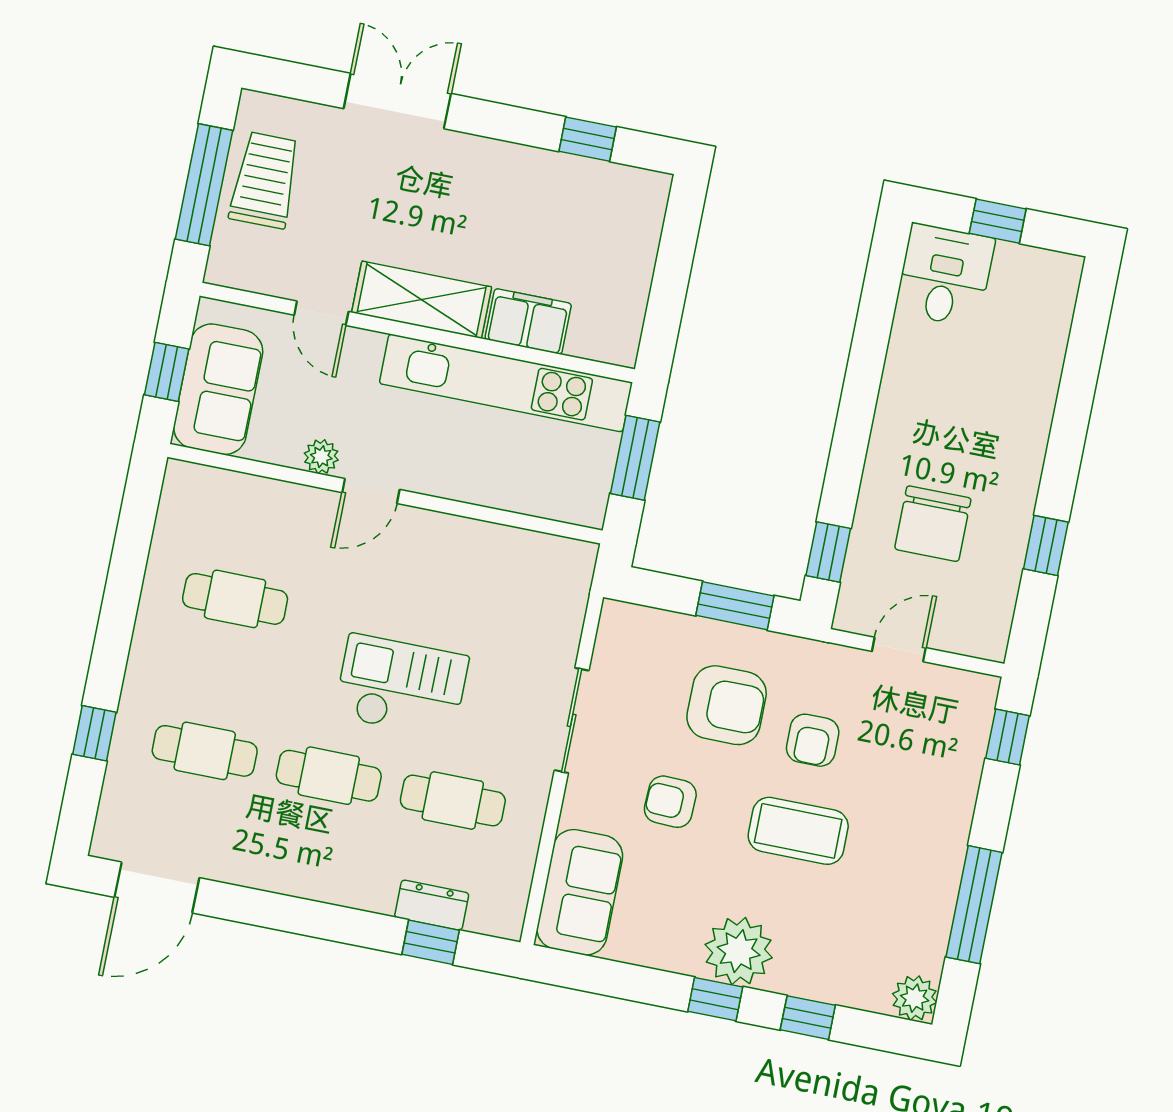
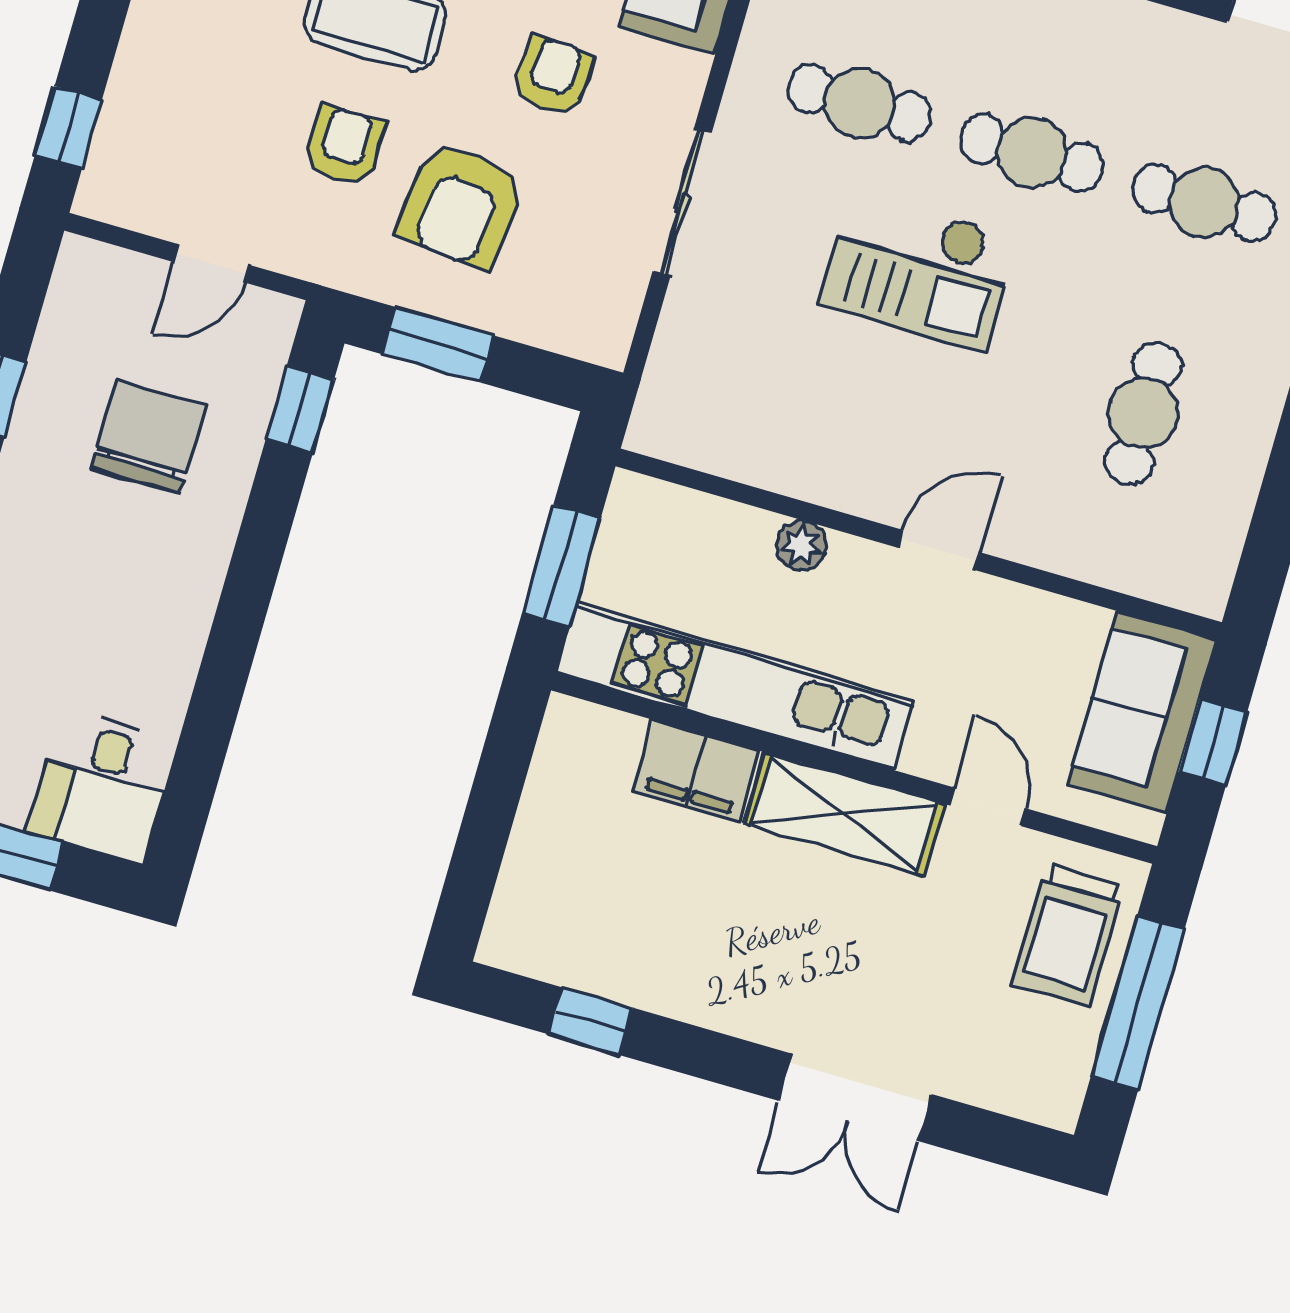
trolley: (265, 180) -> (1068, 935), moved
plant: (321, 457) -> (801, 546), moved
cafe table: (235, 599) -> (1143, 414), turned 90
armchair: (727, 705) -> (462, 205), turned -84
armchair: (670, 802) -> (552, 76), turned -87

